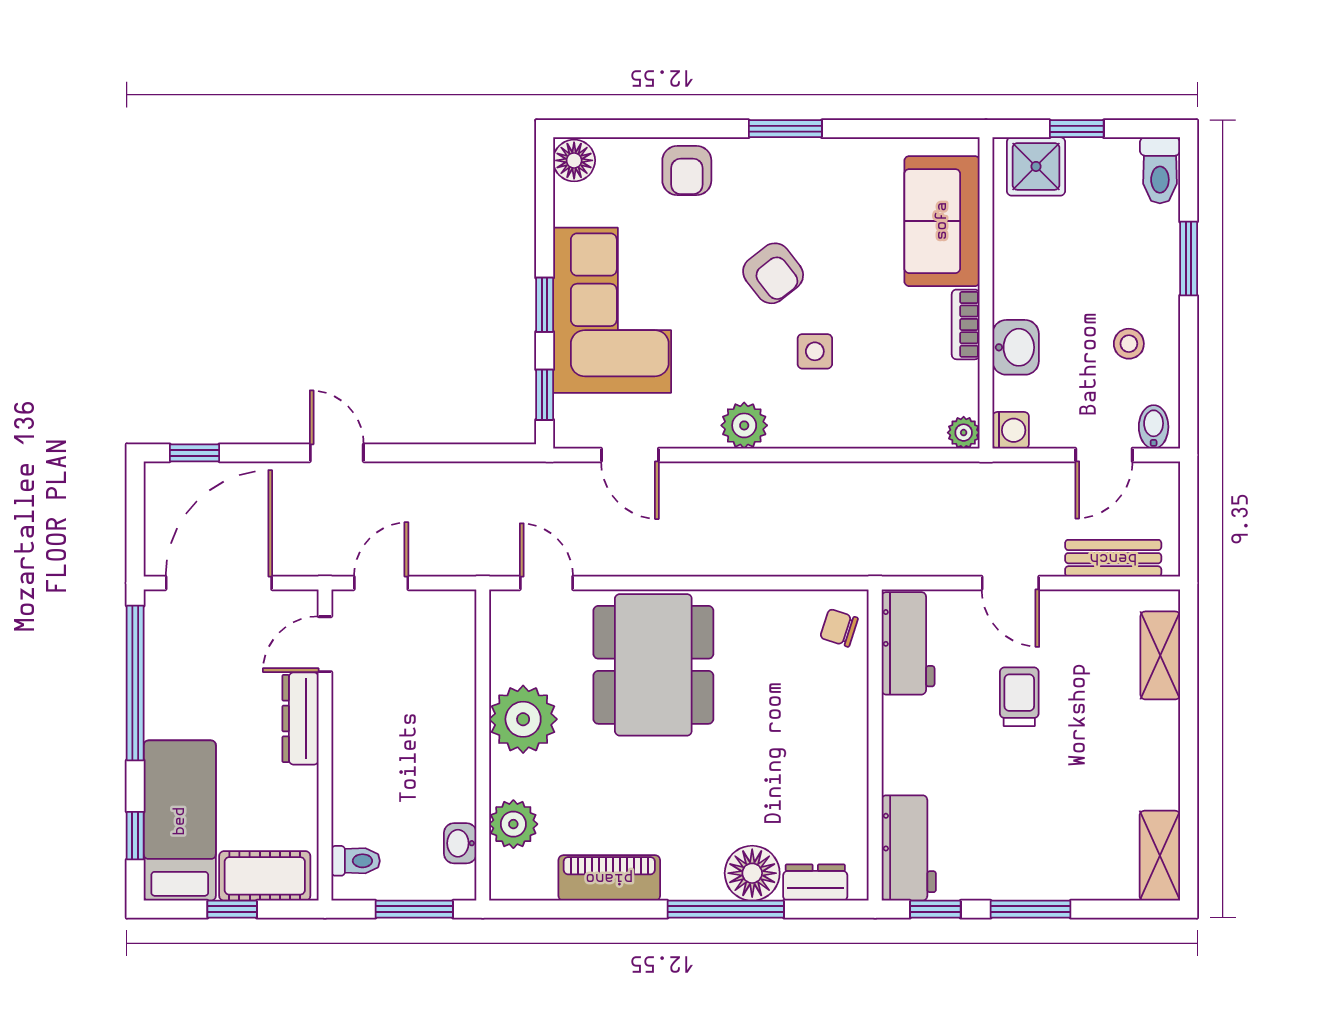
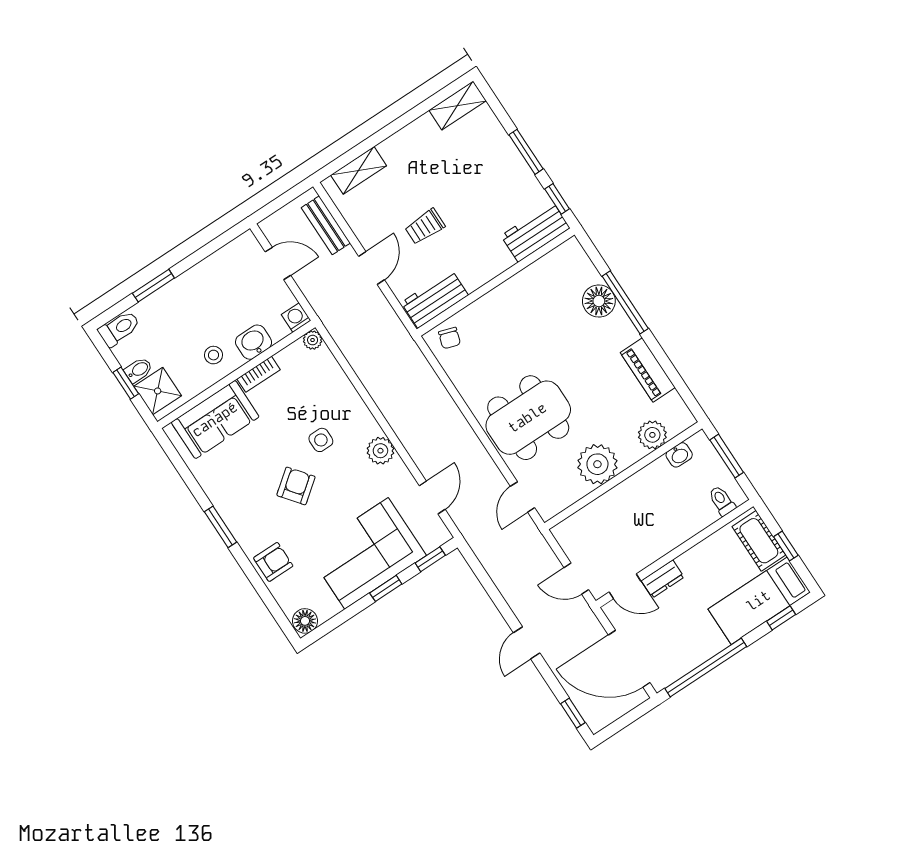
stool: (1129, 344) -> (214, 355), moved
bidet: (1154, 427) -> (139, 370), moved, turned 180
dresser: (301, 719) -> (663, 579), width x0.70
dresser: (815, 883) -> (583, 267), removed

